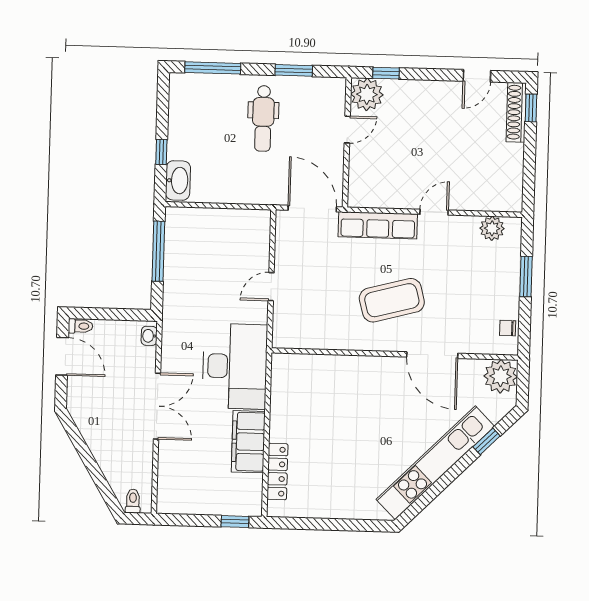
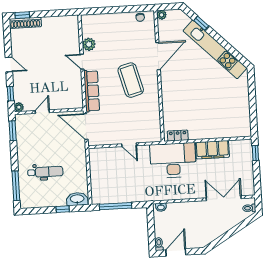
window: (294, 70) -> (13, 131), moved
door: (477, 76) -> (9, 65), moved
plant: (367, 94) -> (19, 107), width x0.53, depth x0.53
dental chair: (263, 118) -> (45, 172), moved
door: (347, 130) -> (42, 112), hinge flipped
door: (312, 209) -> (86, 126), hinge flipped
plant: (492, 228) -> (89, 44), moved
window: (526, 276) -> (112, 10), removed
plant: (501, 376) -> (162, 15), width x0.53, depth x0.53
double door: (157, 406) -> (224, 198), moved
locker: (277, 472) -> (178, 136), moved, width x0.66

